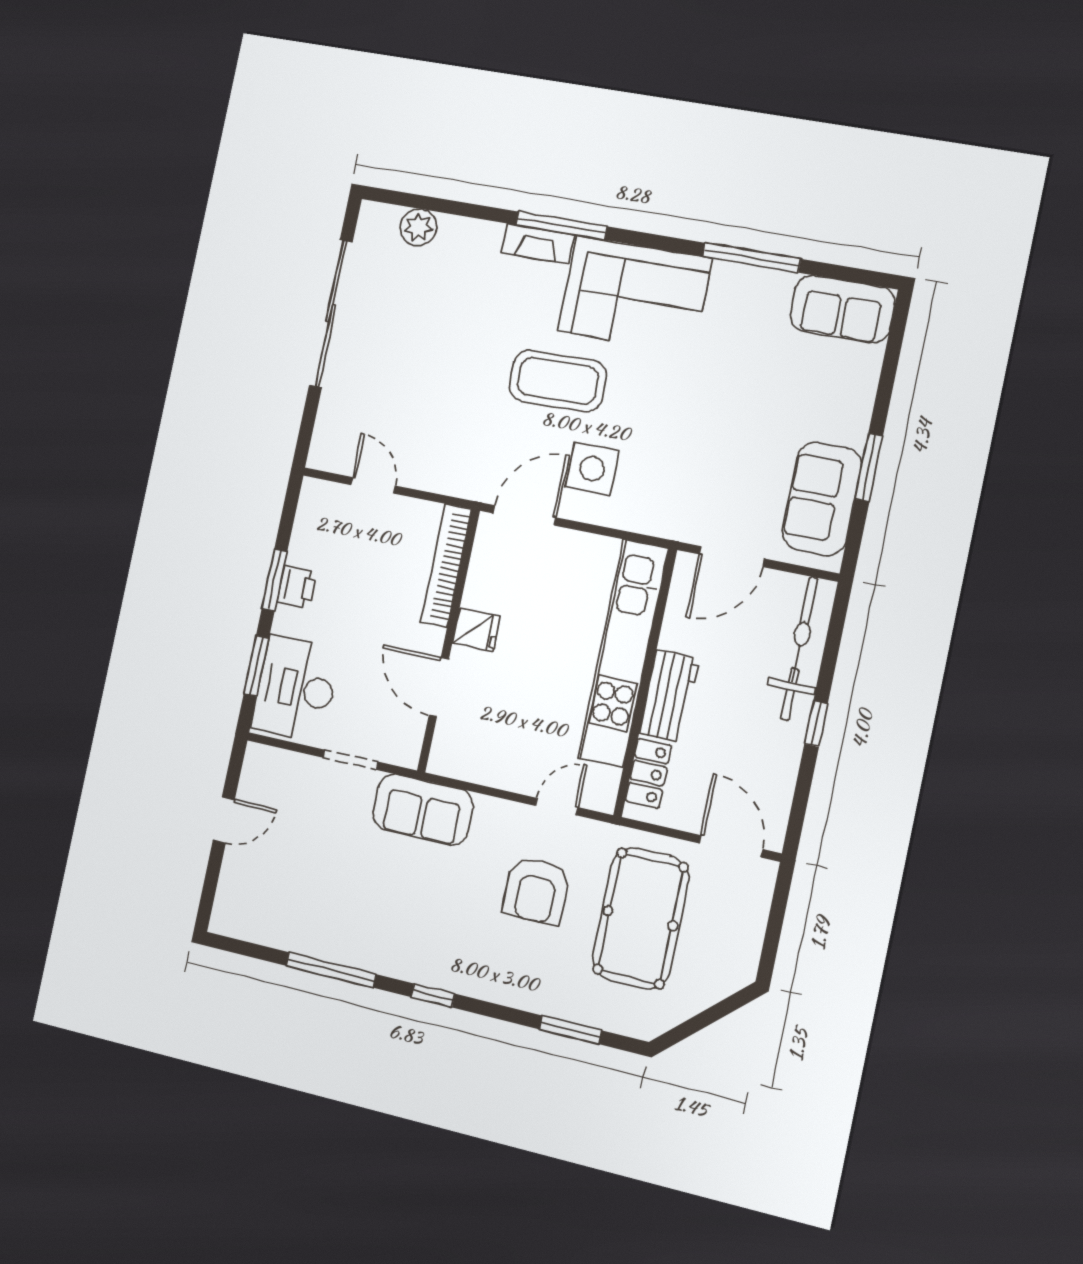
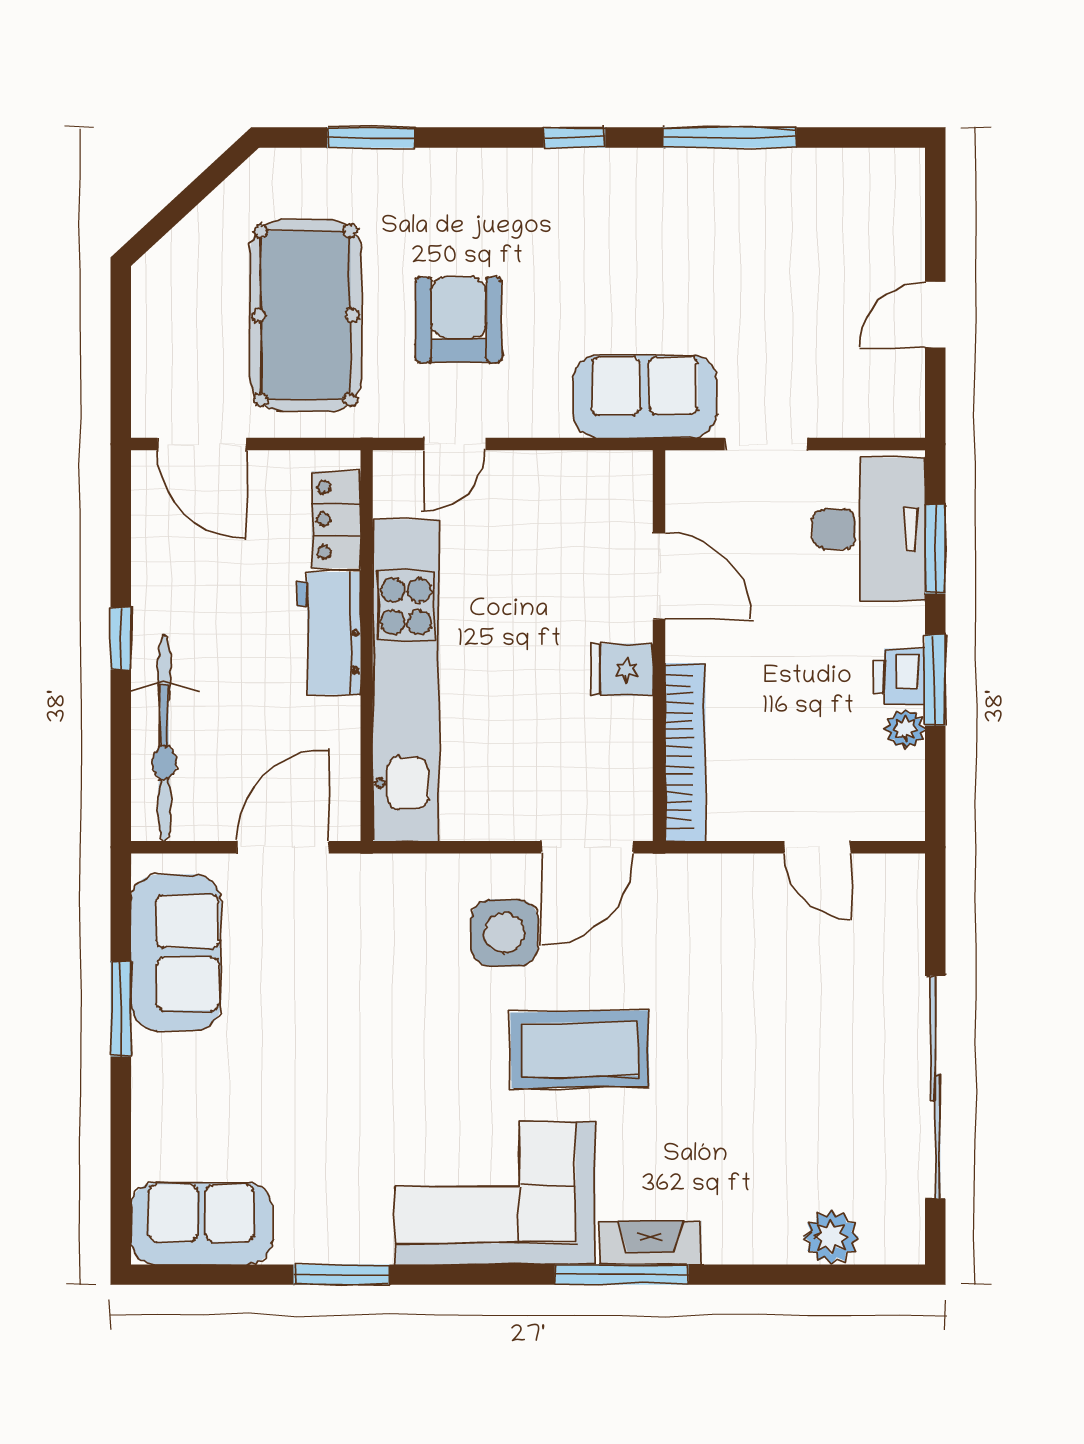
window: (751, 258) -> (342, 1275), width x0.69
plant: (300, 552) -> (905, 729), added

